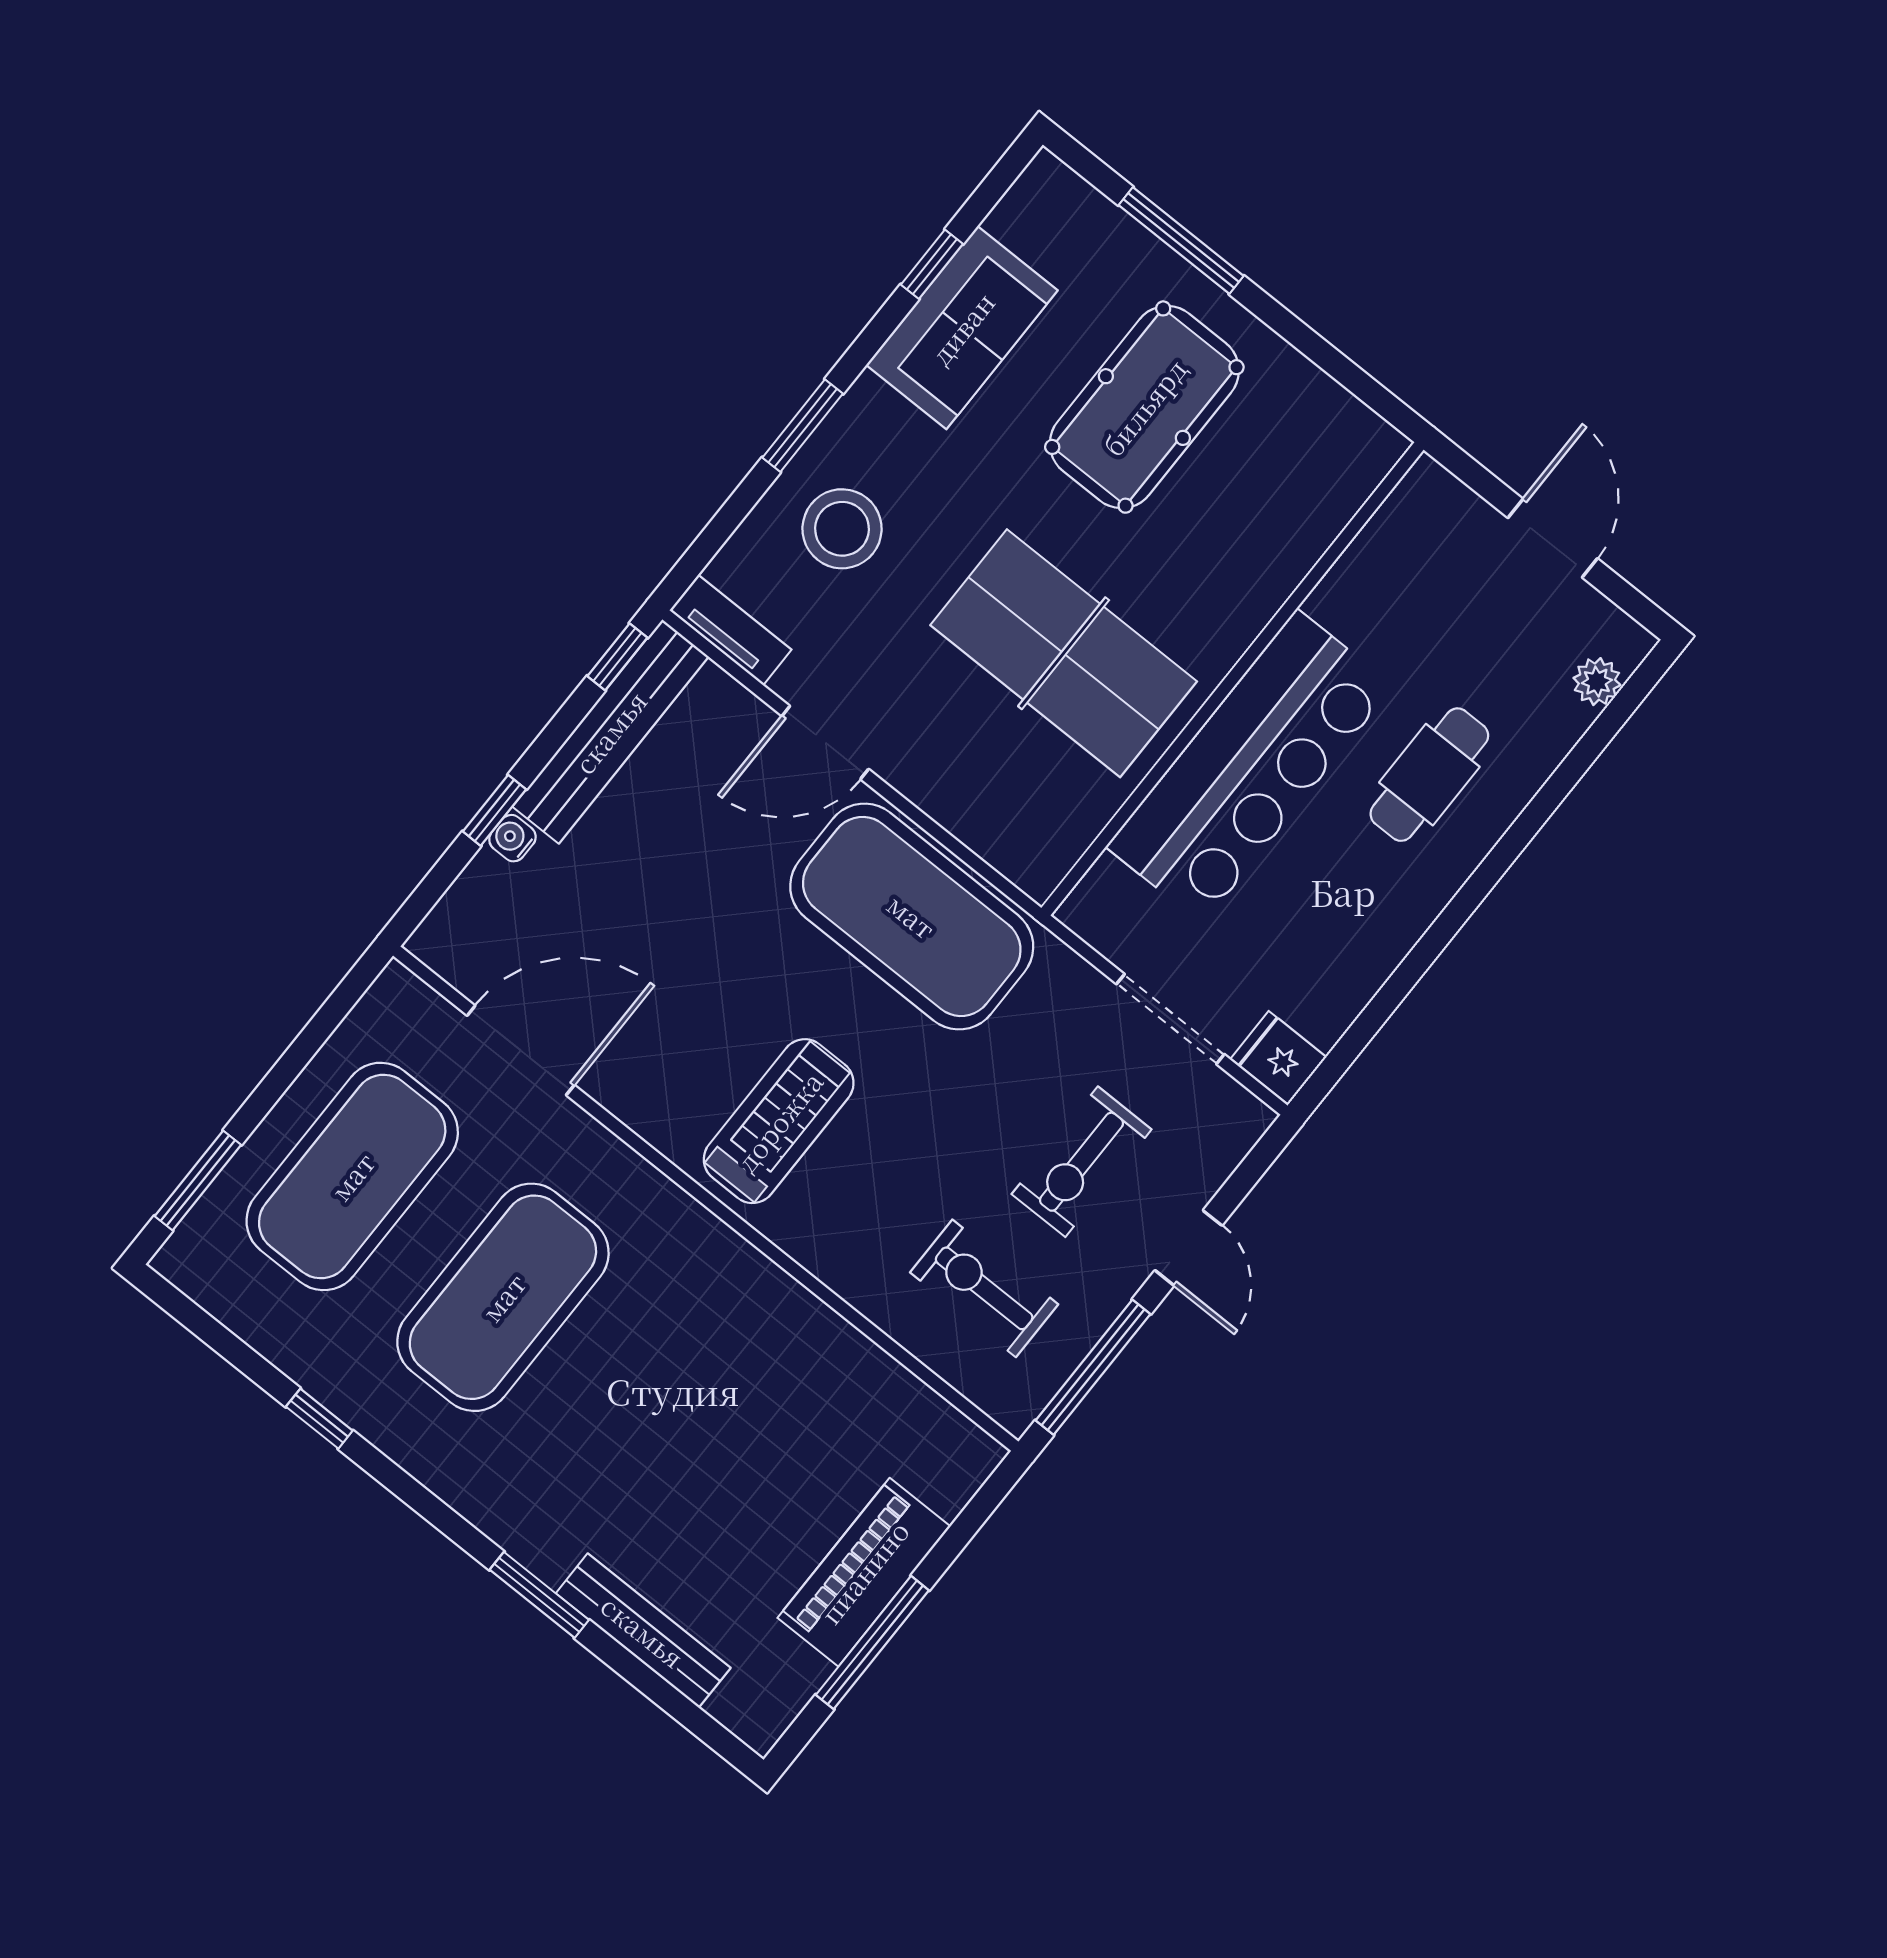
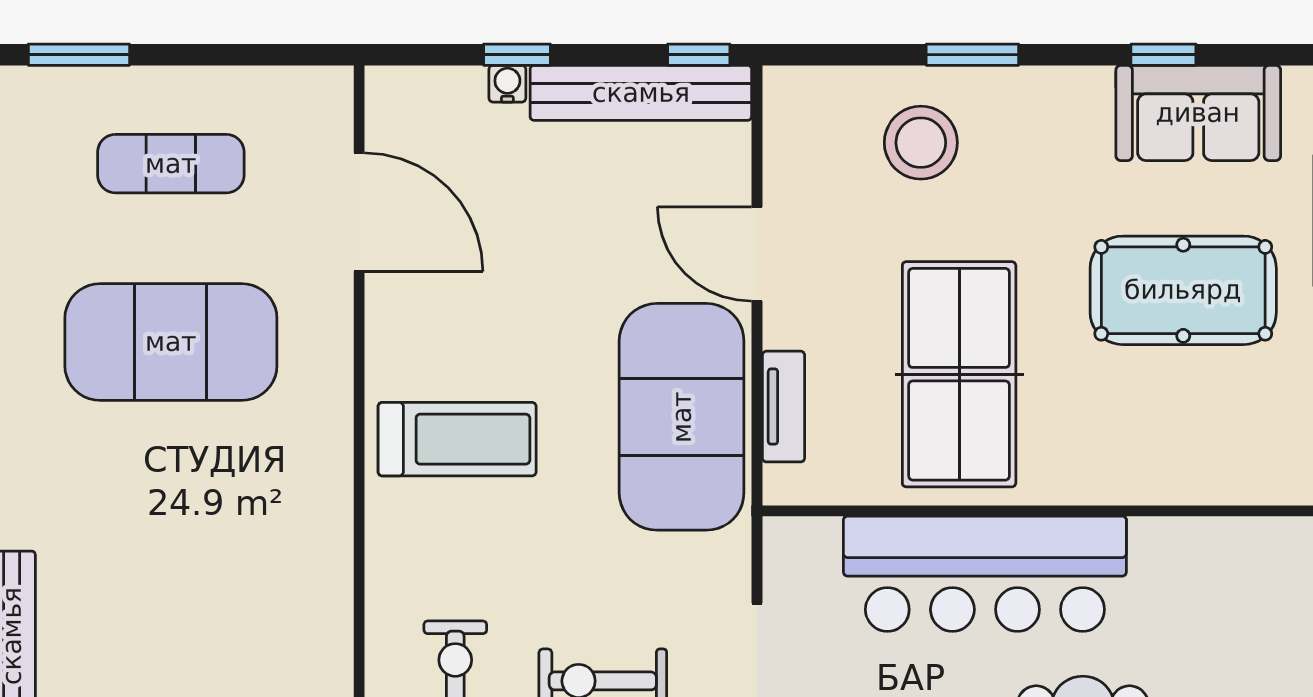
sofa: (962, 328) -> (1198, 113), moved
tv unit: (731, 630) -> (783, 407), moved
exercise mat: (352, 1176) -> (171, 164), width x0.50, depth x0.69

